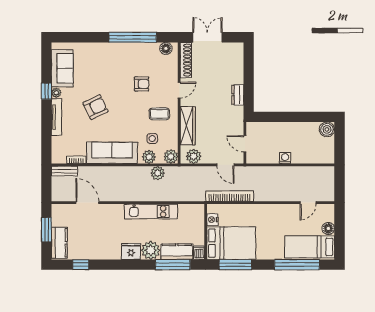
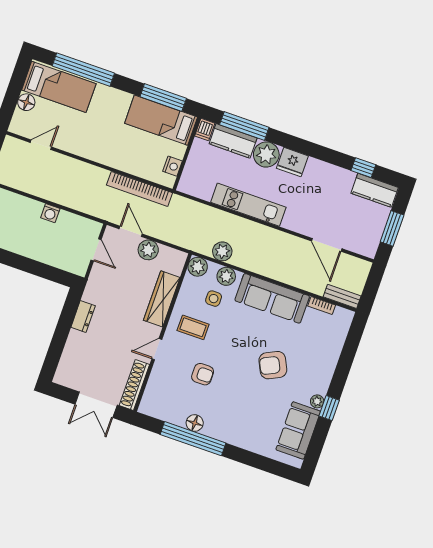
floor lamp: (166, 48) -> (195, 423), moved
armchair: (142, 84) -> (203, 374), turned 180
tv unit: (56, 117) -> (328, 370), removed
plant: (194, 156) -> (148, 250), moved
kitchen counter: (59, 243) -> (375, 190), moved, turned -90
bed: (231, 243) -> (161, 120), width x0.67

